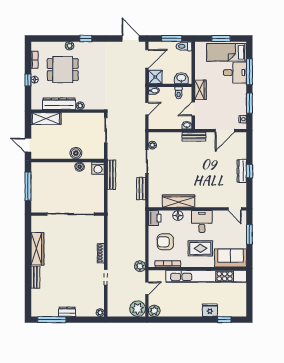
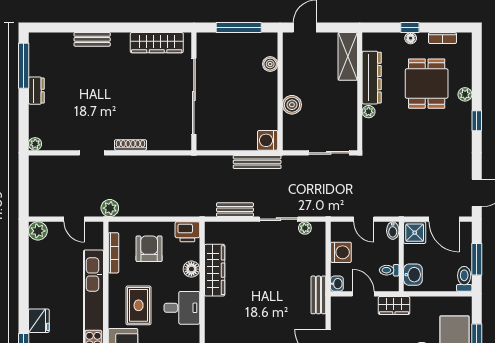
washing machine: (167, 123) -> (341, 252), added
boiler: (80, 167) -> (270, 64), moved
wardrobe: (37, 249) -> (157, 43), moved
plant: (138, 309) -> (41, 204), removed

